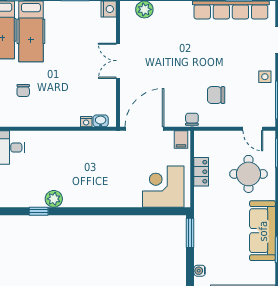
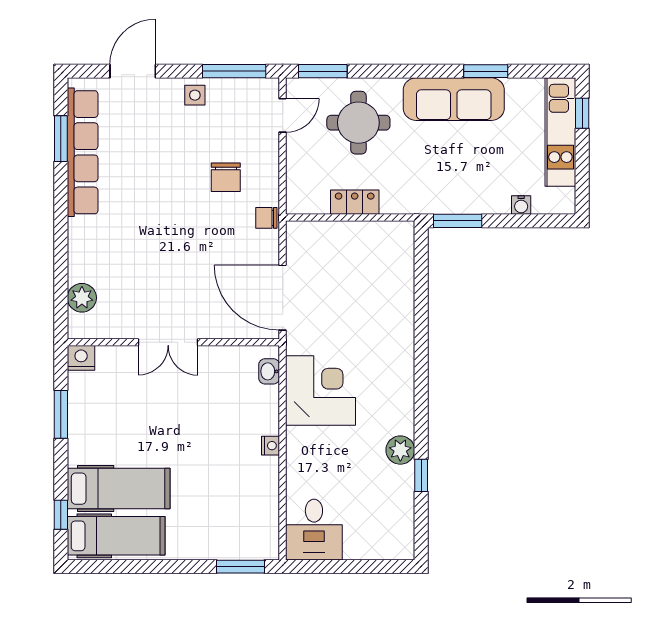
chair: (23, 90) -> (218, 502), removed
nightstand: (86, 122) -> (270, 446), moved
filing cabinet: (181, 140) -> (301, 236), removed
corner desk: (163, 187) -> (320, 390), moved, turned 180

